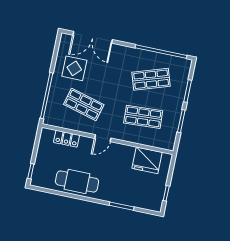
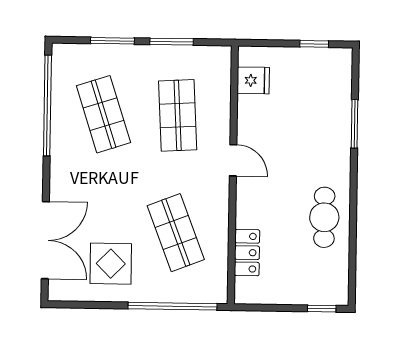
shop shelf: (84, 104) -> (176, 233), turned -36
door: (103, 138) -> (233, 160), moved
fridge: (147, 160) -> (253, 80), width x0.53, depth x0.75
cafe table: (77, 182) -> (324, 217), width x0.73, depth x0.74

